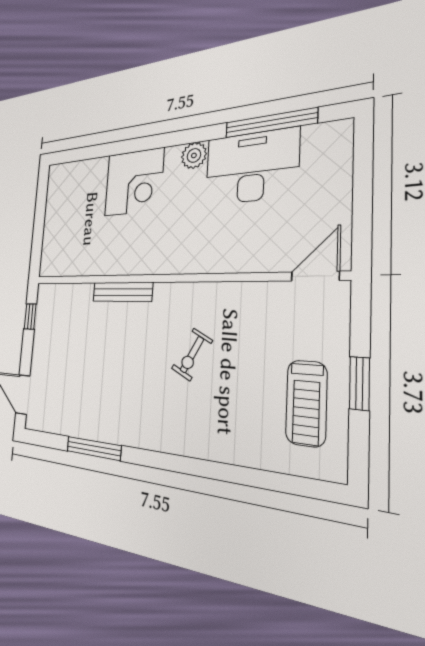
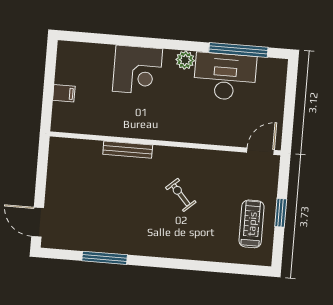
filing cabinet: (54, 228) -> (64, 93), added
window: (30, 317) -> (43, 162), removed
exercise bike: (192, 355) -> (181, 195), turned 110
treadmill: (306, 403) -> (252, 224), turned 180

